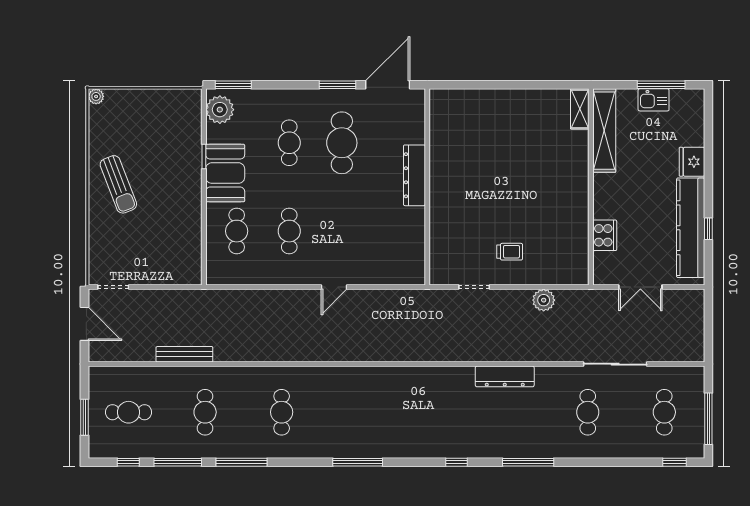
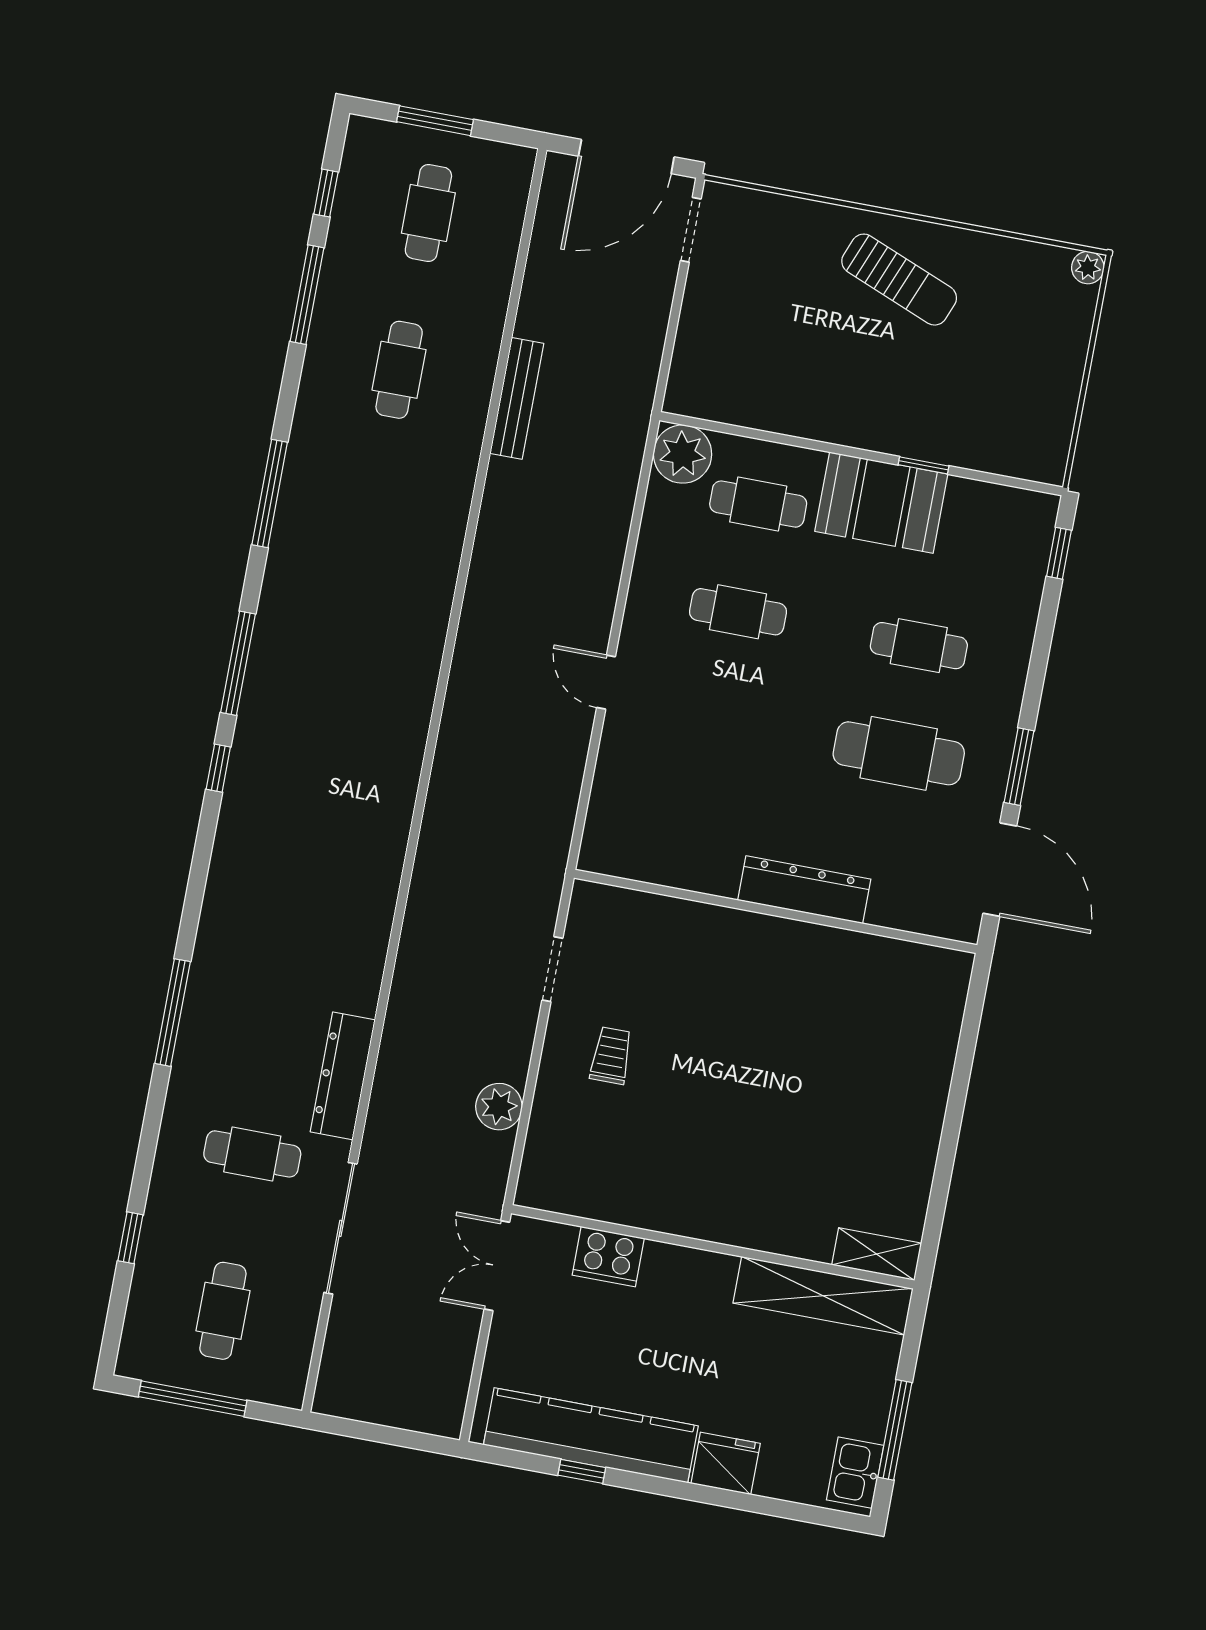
window: (233, 85) -> (1059, 553), width x0.67
kitchen sink: (654, 100) -> (855, 1473), moved
plant: (220, 110) -> (683, 454), moved
sun lounger: (118, 184) -> (899, 280), turned -137
trolley: (510, 252) -> (611, 1056), turned 180
double door: (640, 287) -> (497, 1266), moved
door: (84, 324) -> (626, 157), width x1.36
bench: (184, 354) -> (517, 398), moved
dresser: (505, 376) -> (343, 1076), moved
cafe table: (205, 412) -> (399, 370), turned 90
cafe table: (282, 412) -> (370, 527), removed
cafe table: (664, 412) -> (223, 1311), turned 90
window: (242, 462) -> (270, 493), moved
window: (457, 462) -> (218, 768), moved
window: (674, 462) -> (130, 1238), moved

